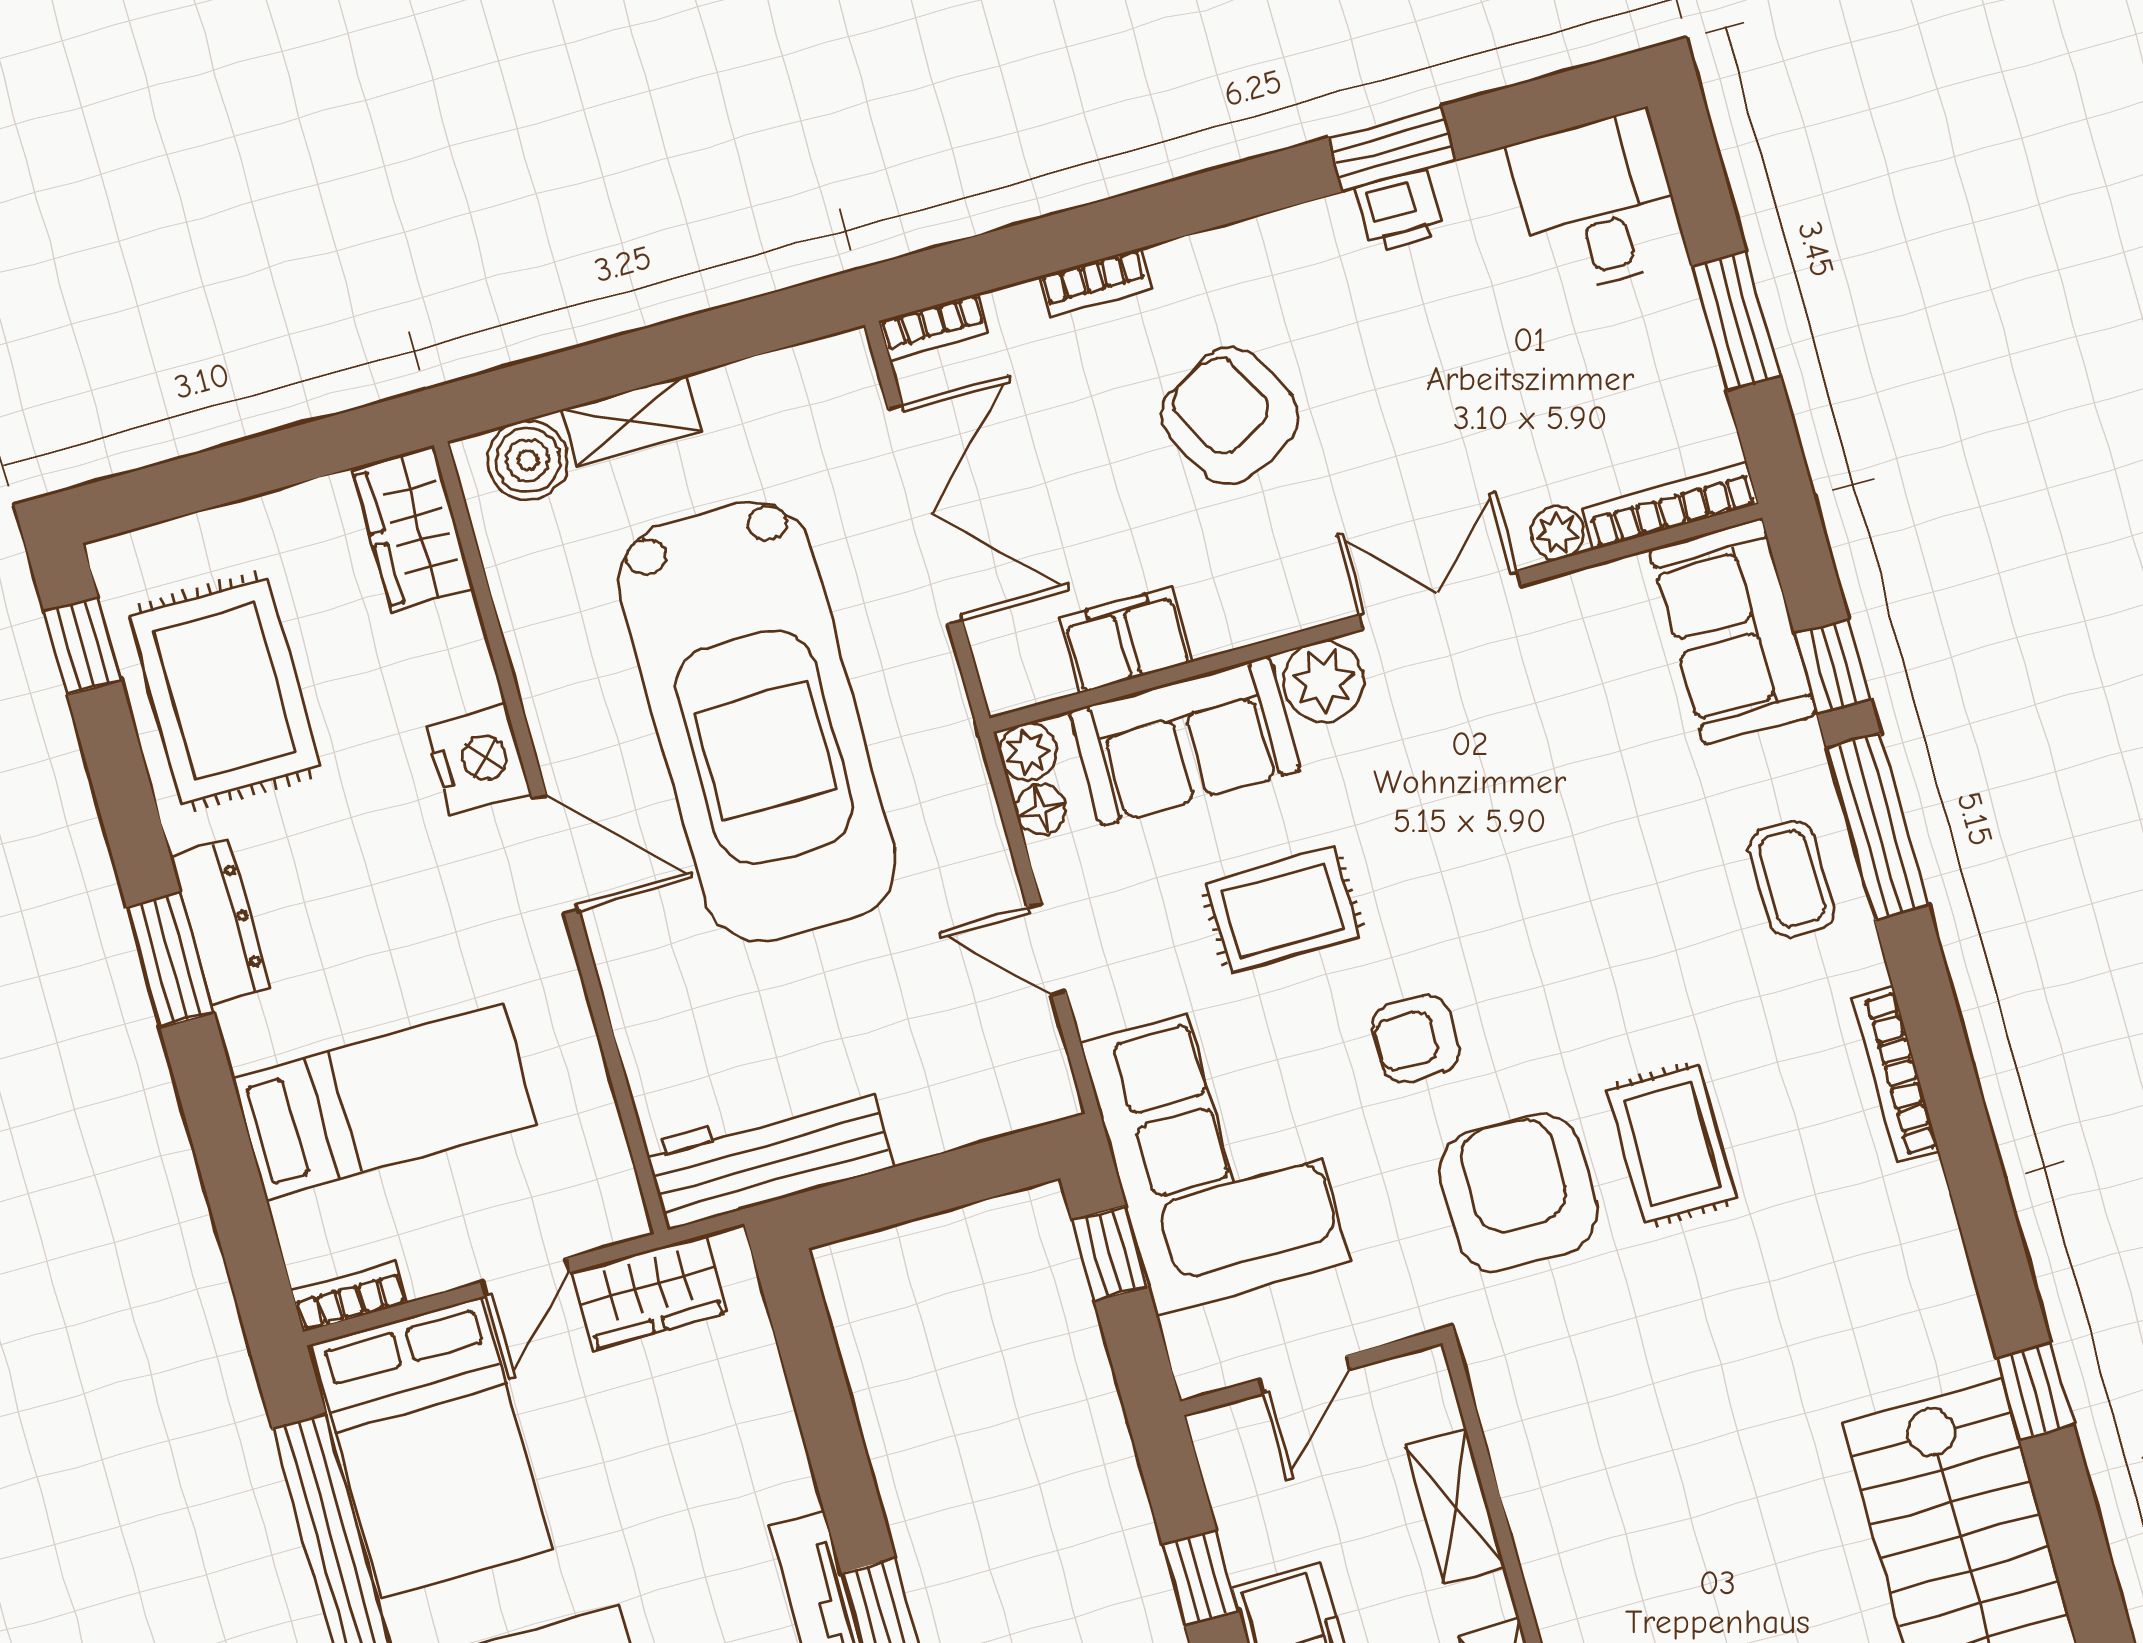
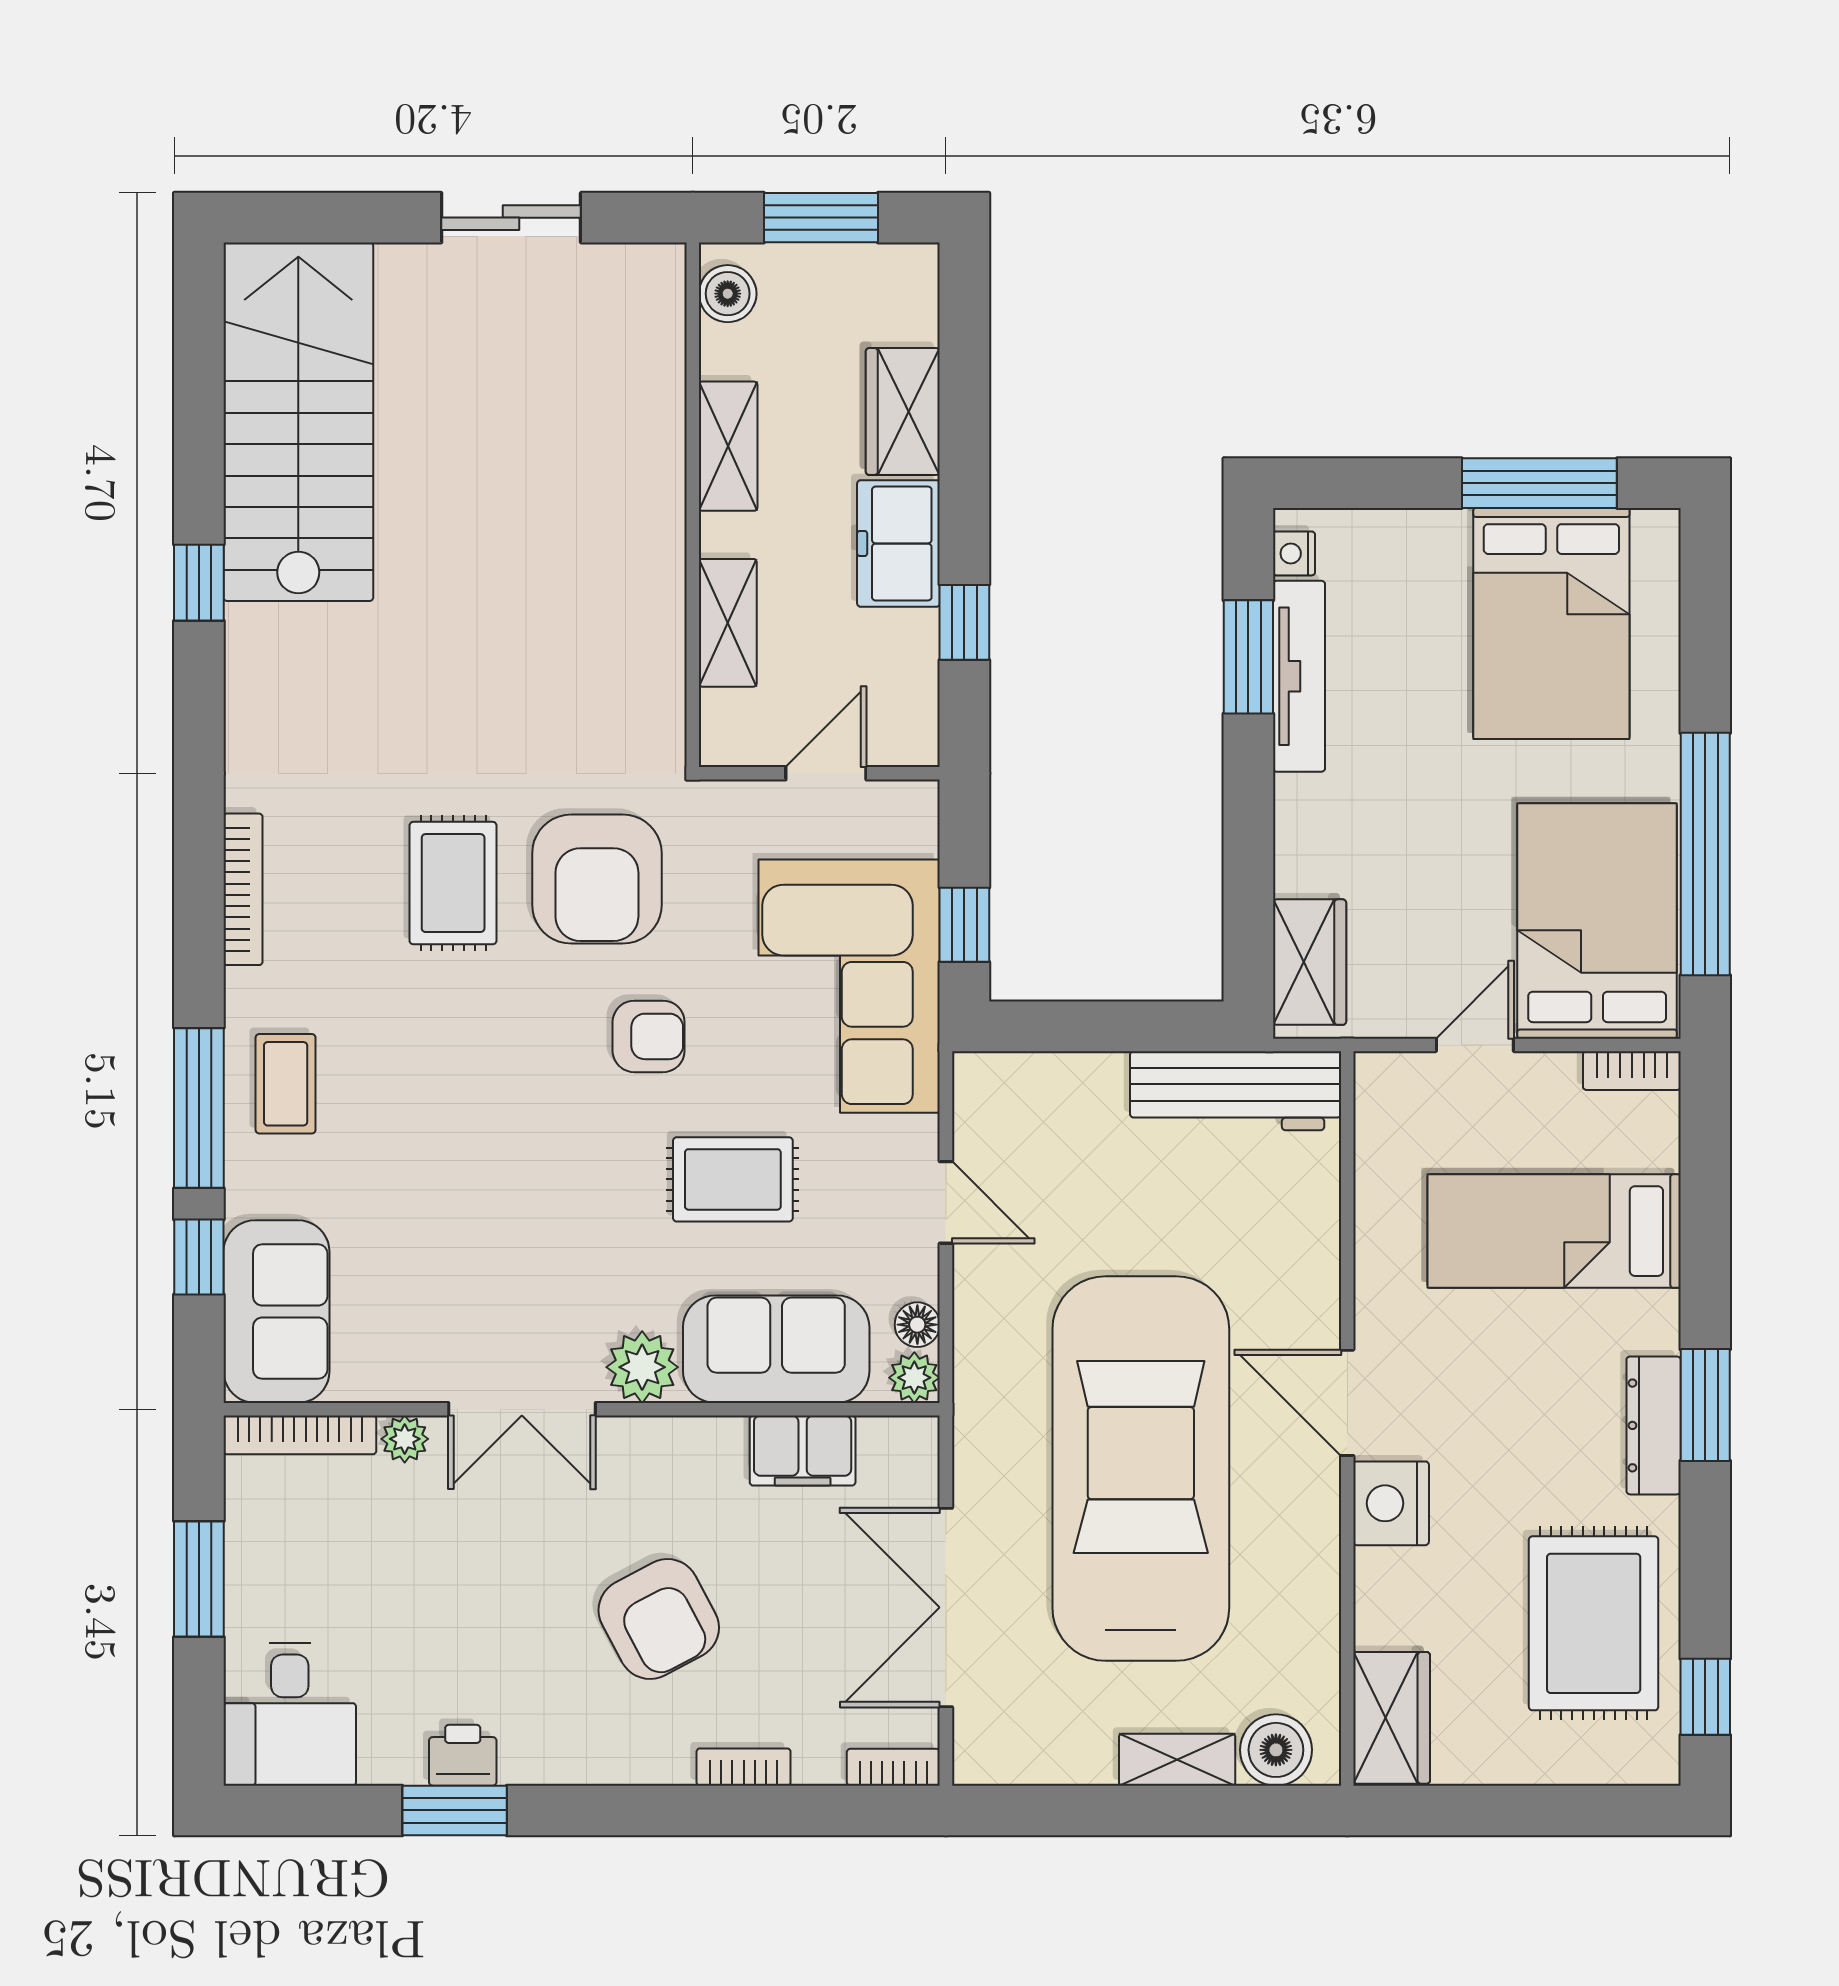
wardrobe: (649, 1292) -> (1310, 962), moved, turned 90

